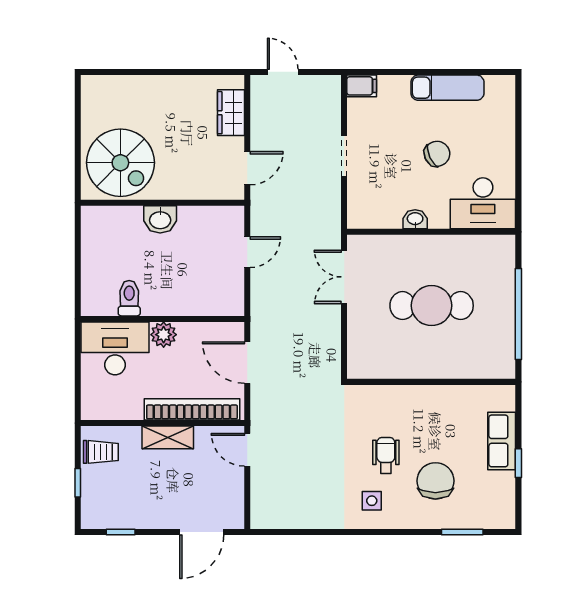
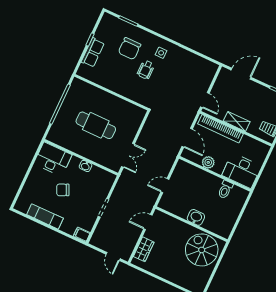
plant: (164, 335) -> (208, 162), moved

